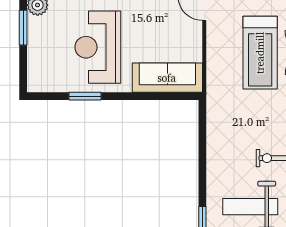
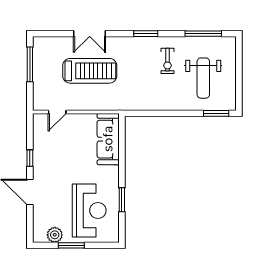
reception desk: (98, 47) -> (89, 210), moved, turned -90

